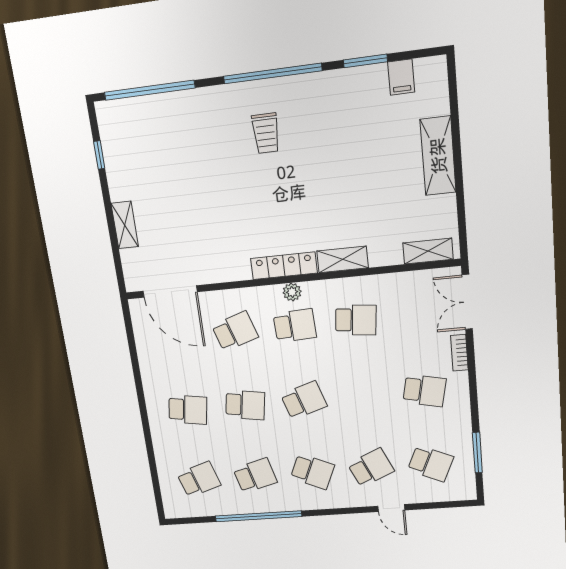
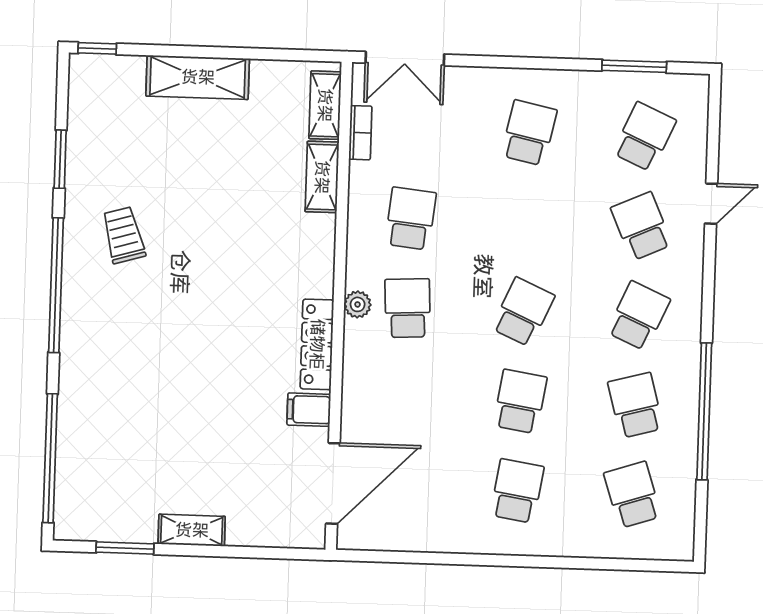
window: (452, 76) -> (97, 48), added
filing cabinet: (401, 77) -> (309, 410), moved, turned 180
trolley: (266, 133) -> (124, 235), moved, turned -106
window: (99, 155) -> (125, 548), width x1.50
shelving: (125, 225) -> (192, 530), moved
shelving: (343, 259) -> (322, 177), moved
locker: (284, 266) -> (317, 344), moved
school desk: (235, 331) -> (405, 398), removed
bookcase: (459, 353) -> (360, 133), moved, turned -90
school desk: (304, 400) -> (523, 312), turned 42

